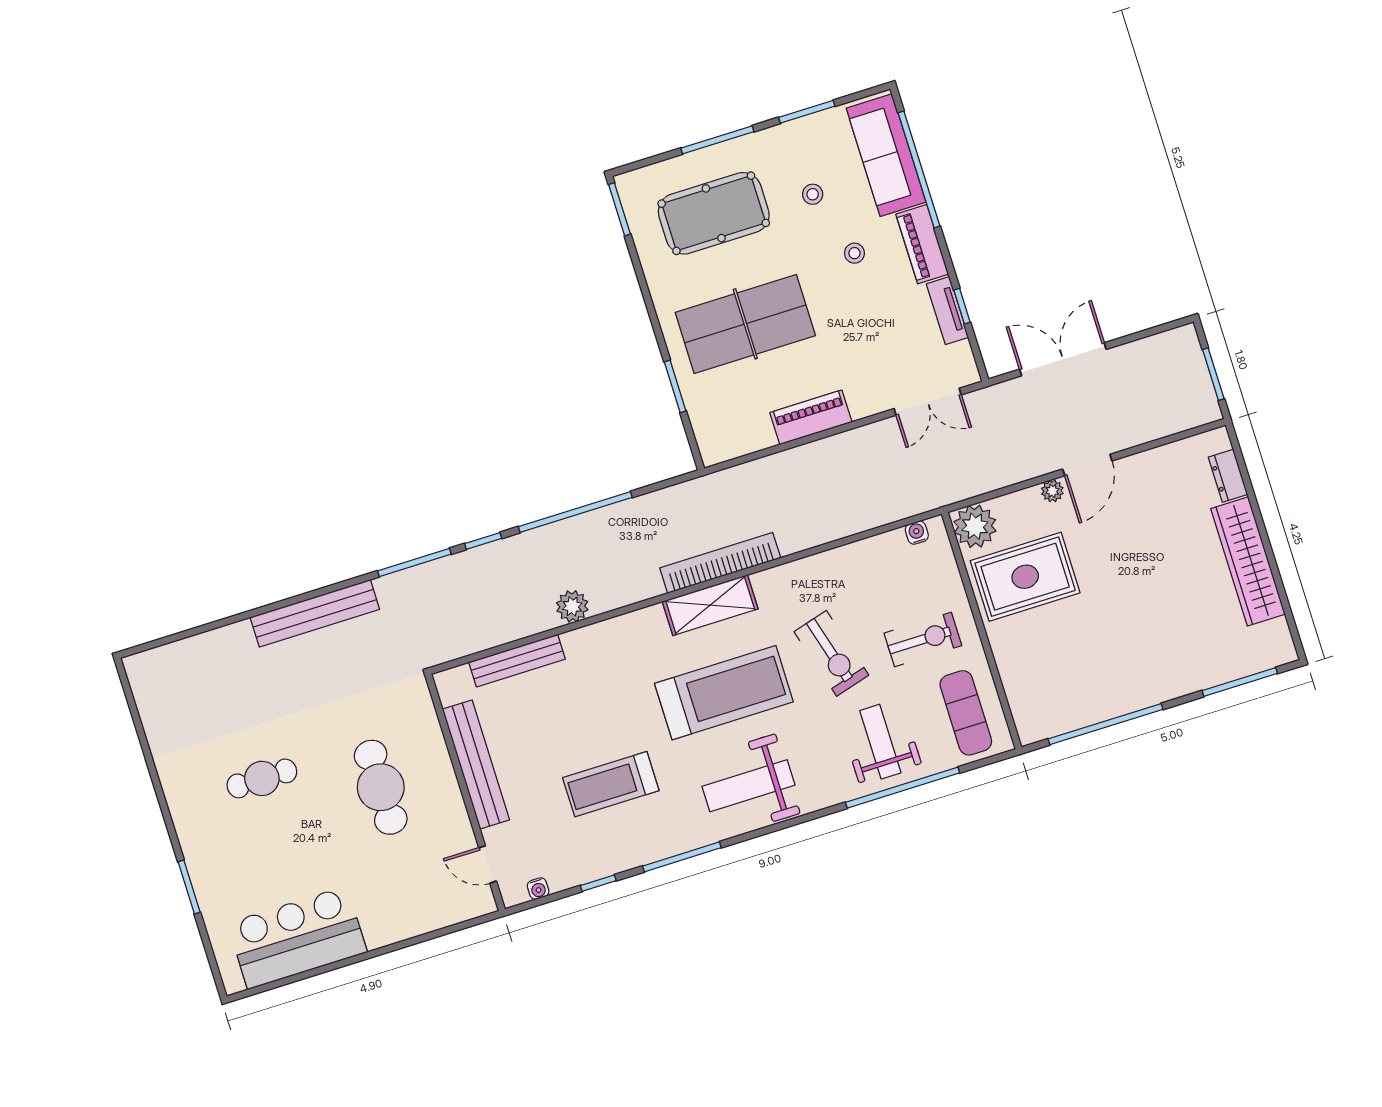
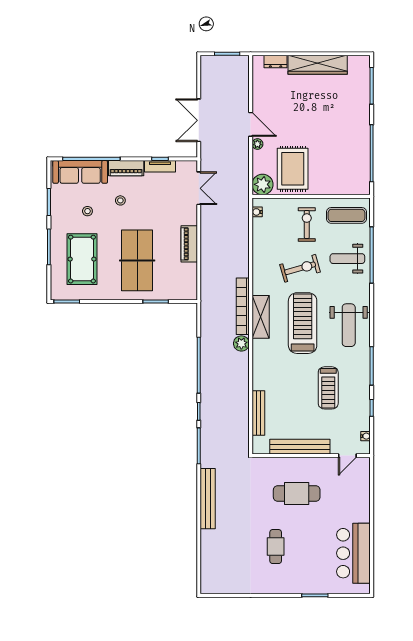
plant: (572, 606) -> (241, 343), moved

